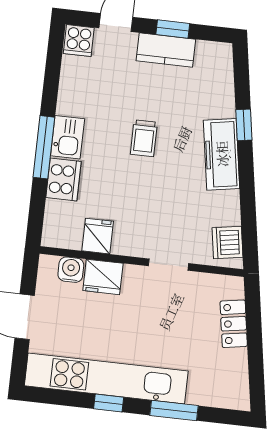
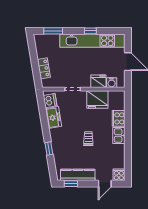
window: (173, 29) -> (71, 184), moved
kitchen counter: (166, 50) -> (78, 175), width x1.50
window: (44, 147) -> (128, 130), removed
freezer: (222, 154) -> (53, 118), moved, width x0.71
fridge: (98, 236) -> (97, 100), width x1.88, depth x1.34
window: (174, 410) -> (53, 31), moved

